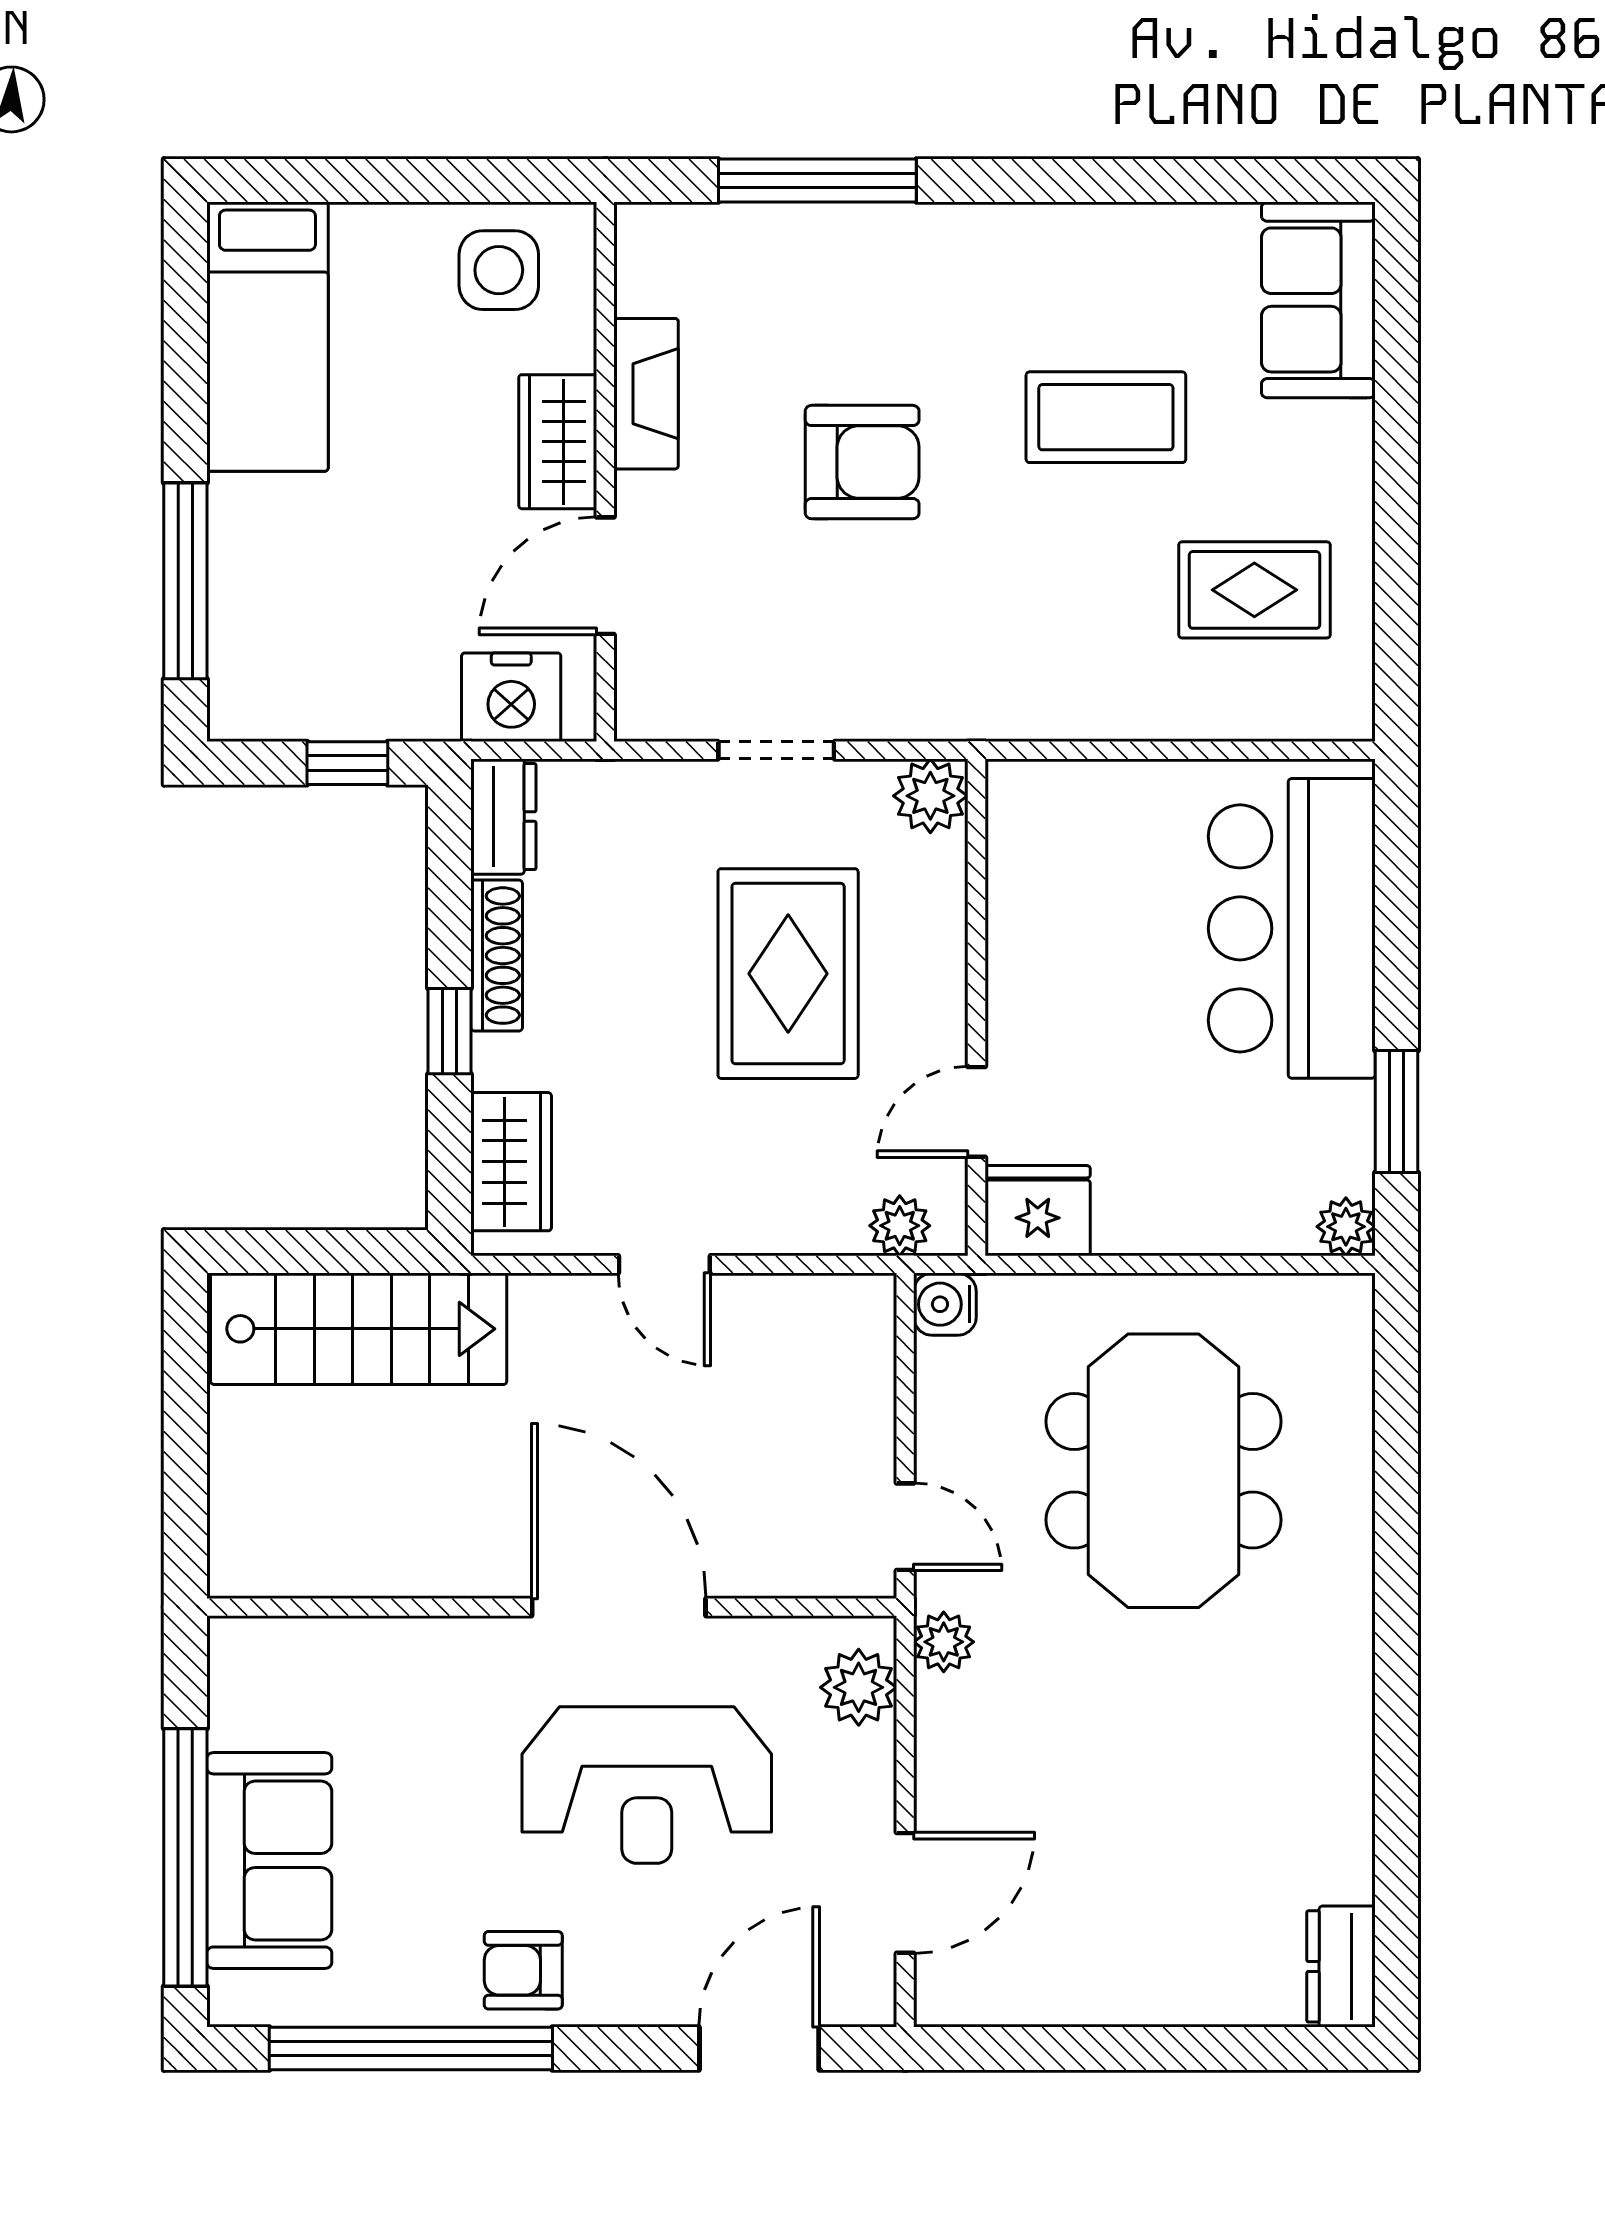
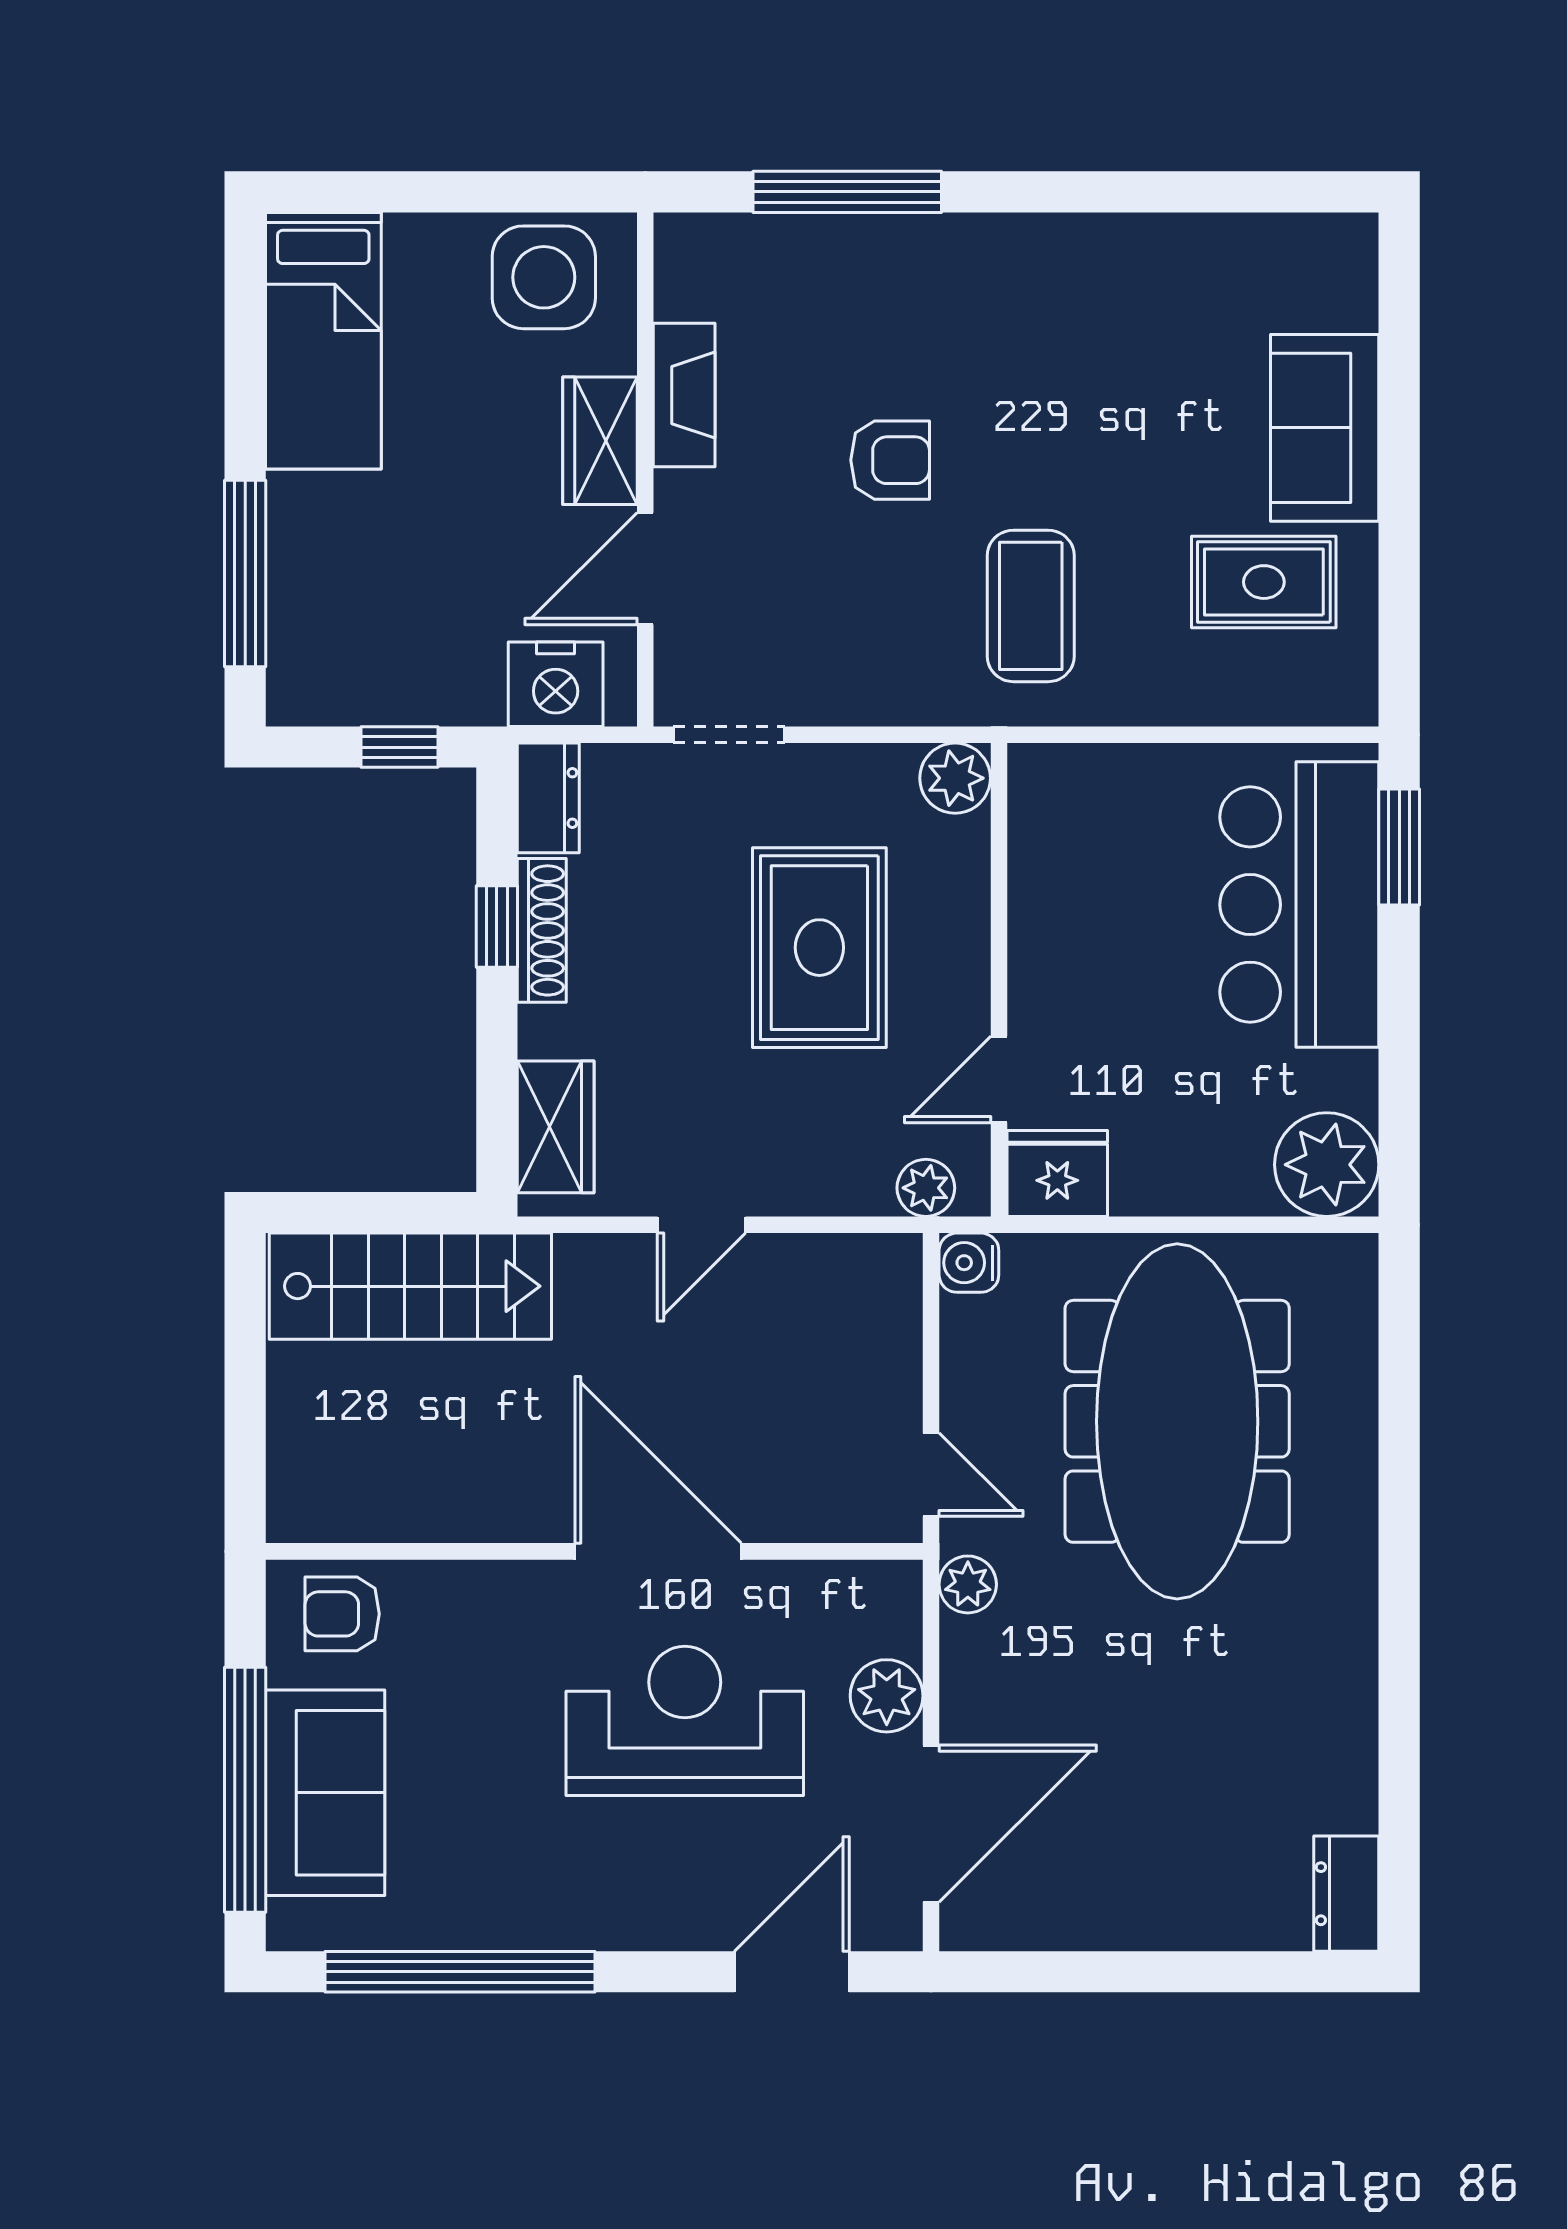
side table: (499, 270) -> (544, 277), width x1.37, depth x1.37
sofa: (1318, 300) -> (1325, 428), moved
coffee table: (1106, 417) -> (1031, 606), moved, turned 90
armchair: (862, 462) -> (890, 460), width x0.72, depth x0.72
doorway: (776, 750) -> (729, 735), moved
window: (450, 1031) -> (497, 927), moved
window: (1396, 1111) -> (1399, 847), moved
plant: (1346, 1227) -> (1327, 1165), width x1.88, depth x1.88
door: (664, 1264) -> (701, 1225), hinge flipped
meeting table: (1163, 1471) -> (1177, 1421), width x1.36
plant: (859, 1687) -> (887, 1696), moved
reception desk: (647, 1785) -> (685, 1721), turned 180
door: (905, 1893) -> (931, 1824), width x1.36
armchair: (523, 1970) -> (342, 1614), moved

